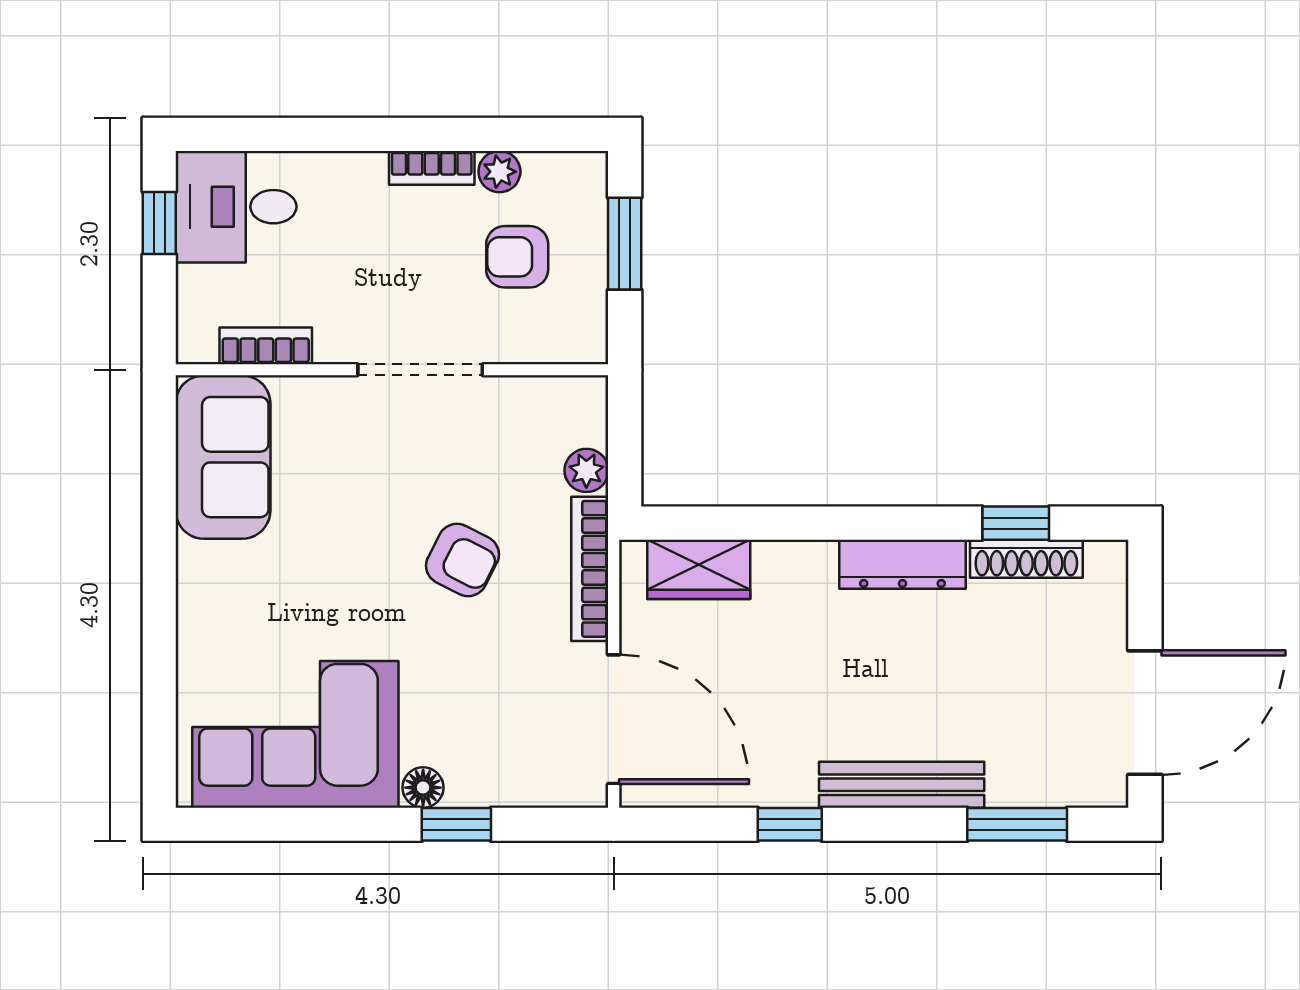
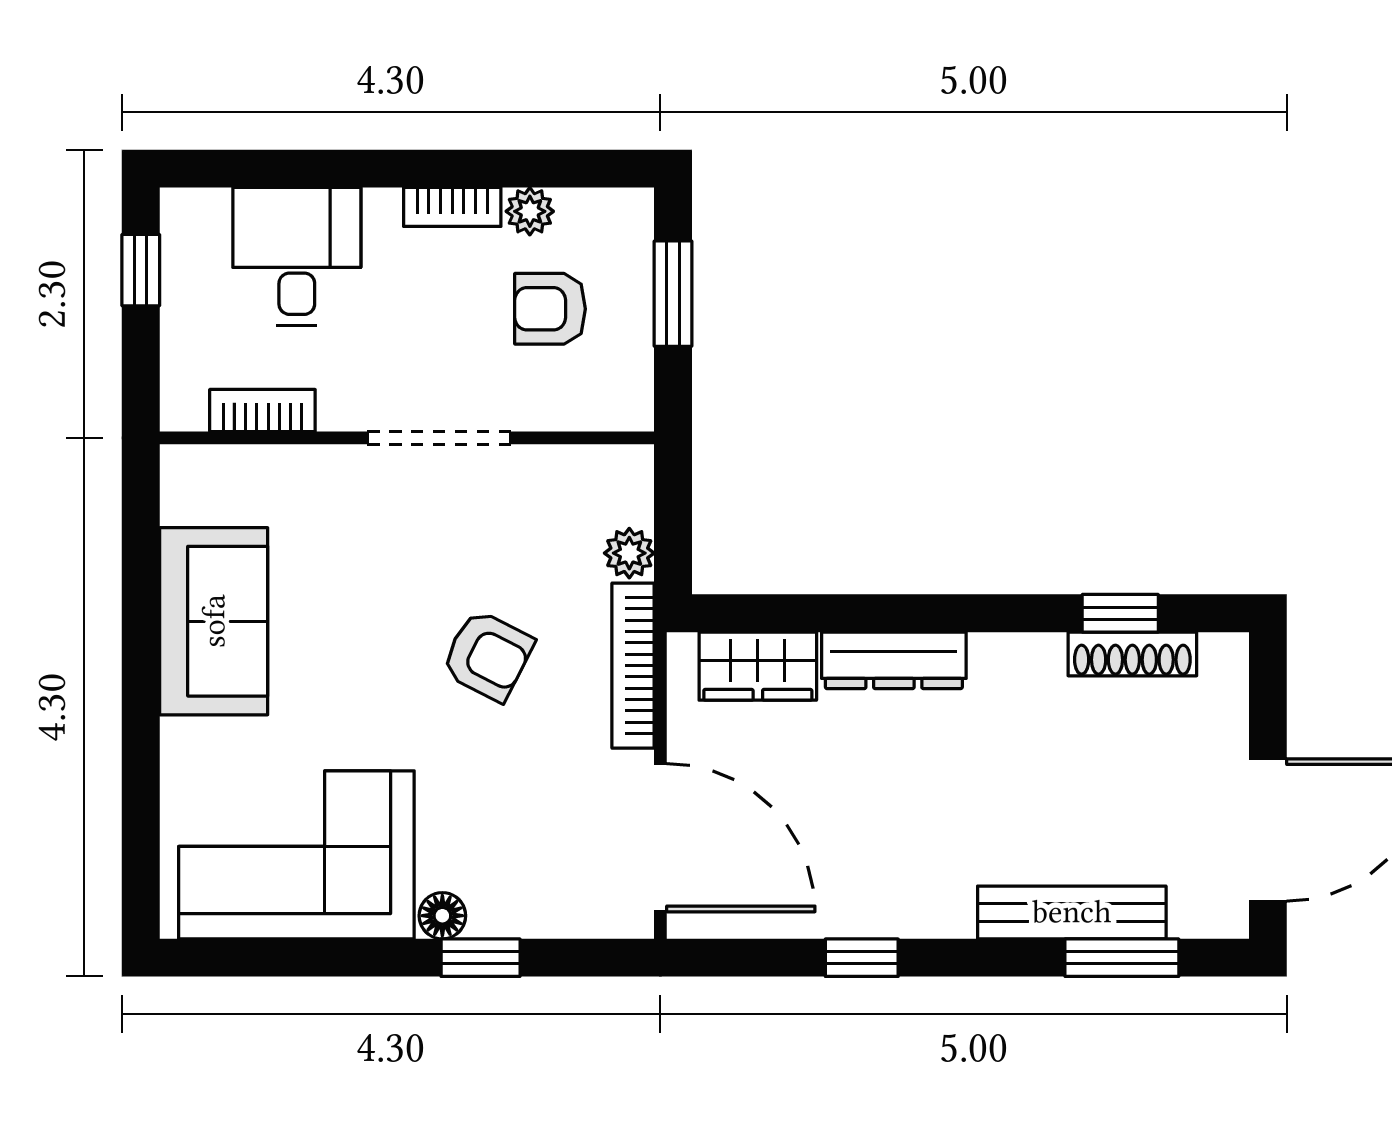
desk: (236, 207) -> (297, 256), moved, turned 90
sofa: (223, 457) -> (214, 621), moved
dresser: (903, 564) -> (894, 660), moved
bench: (902, 785) -> (1072, 912), moved

